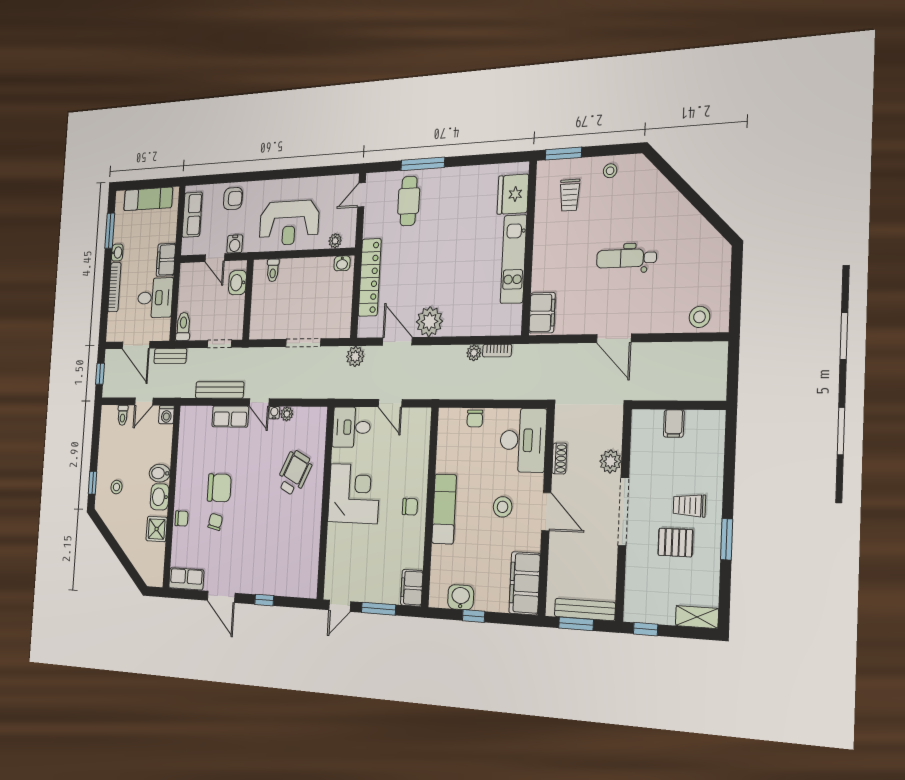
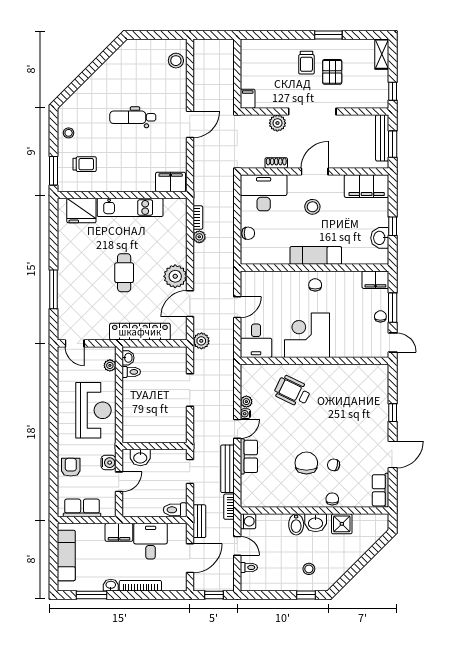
cafe table: (409, 201) -> (124, 273), moved, turned 90
dental chair: (626, 258) -> (133, 117), turned 90
toilet: (273, 270) -> (131, 372), moved
bookcase: (182, 392) -> (229, 507), added
filing cabinet: (674, 423) -> (248, 99), moved, turned -90
chair: (370, 592) -> (380, 316), added

